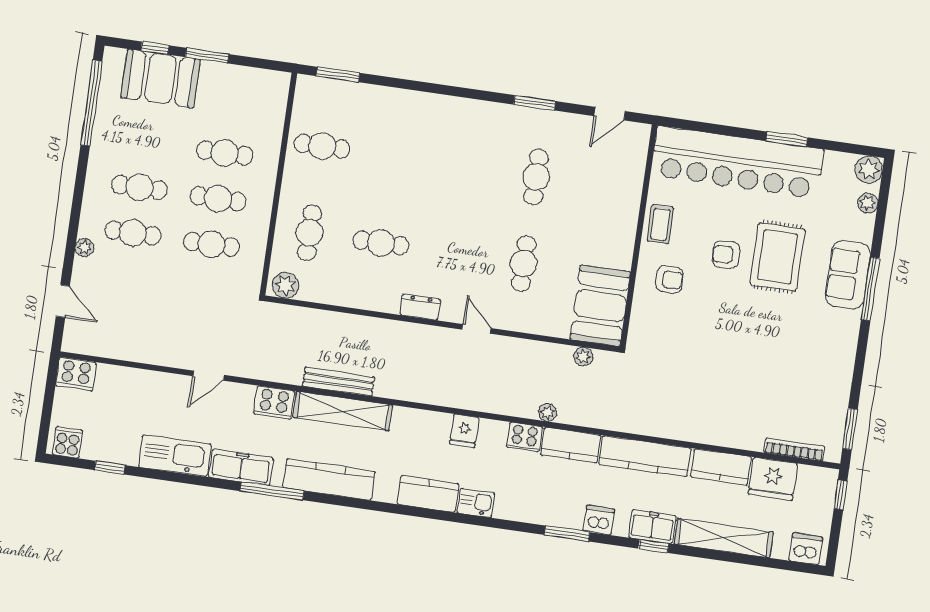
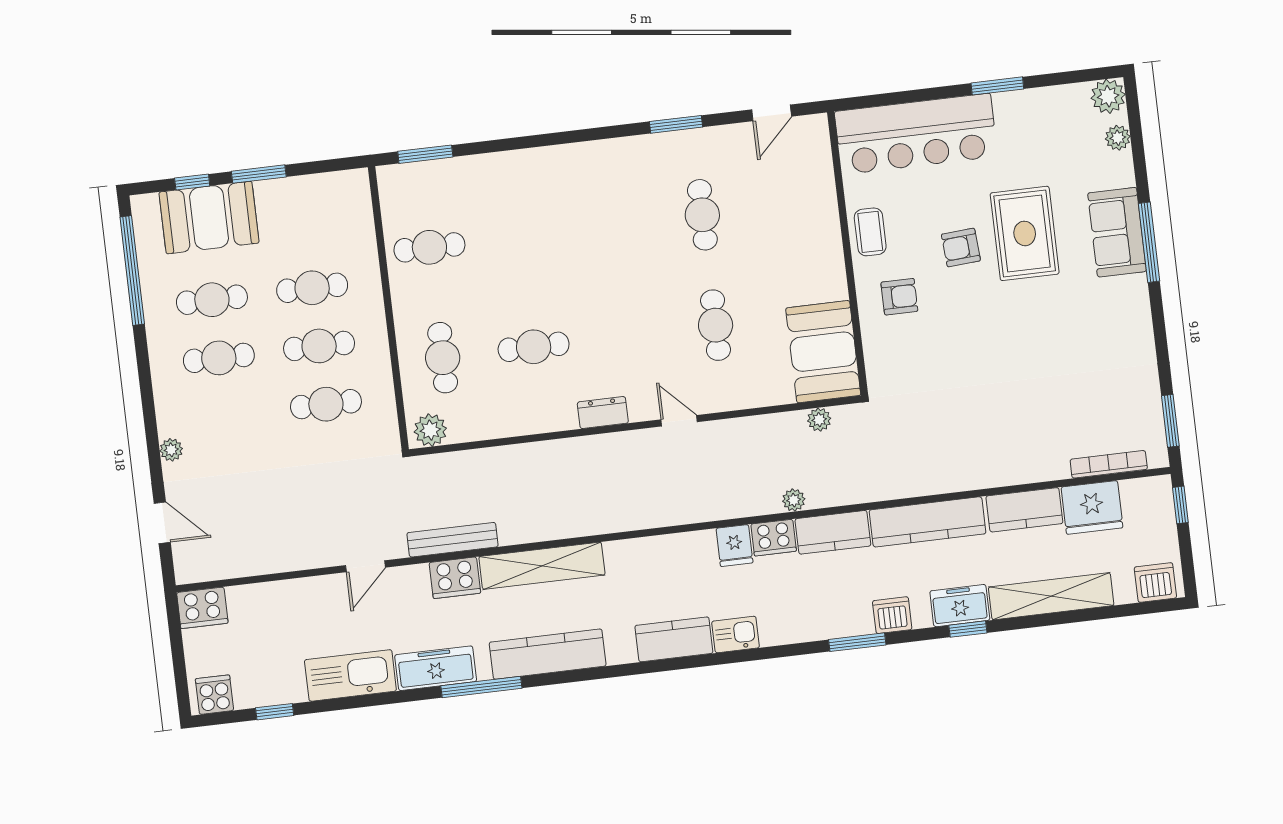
bar counter: (737, 162) -> (916, 134), width x0.73
cafe table: (133, 233) -> (212, 300), moved
bench: (338, 382) -> (452, 540), moved
fridge: (464, 431) -> (734, 545), moved

